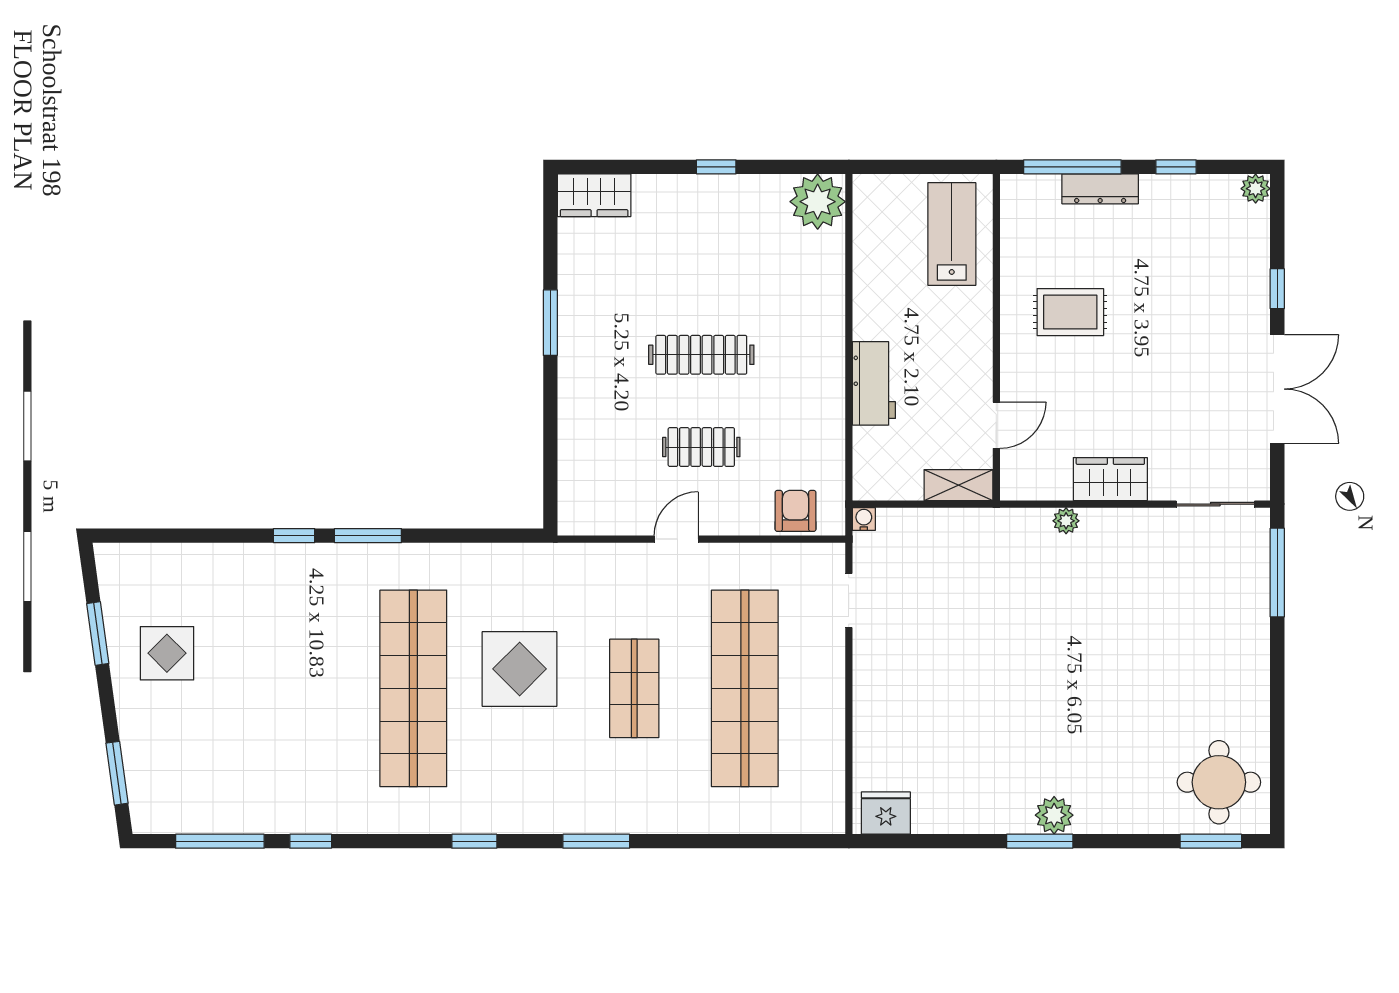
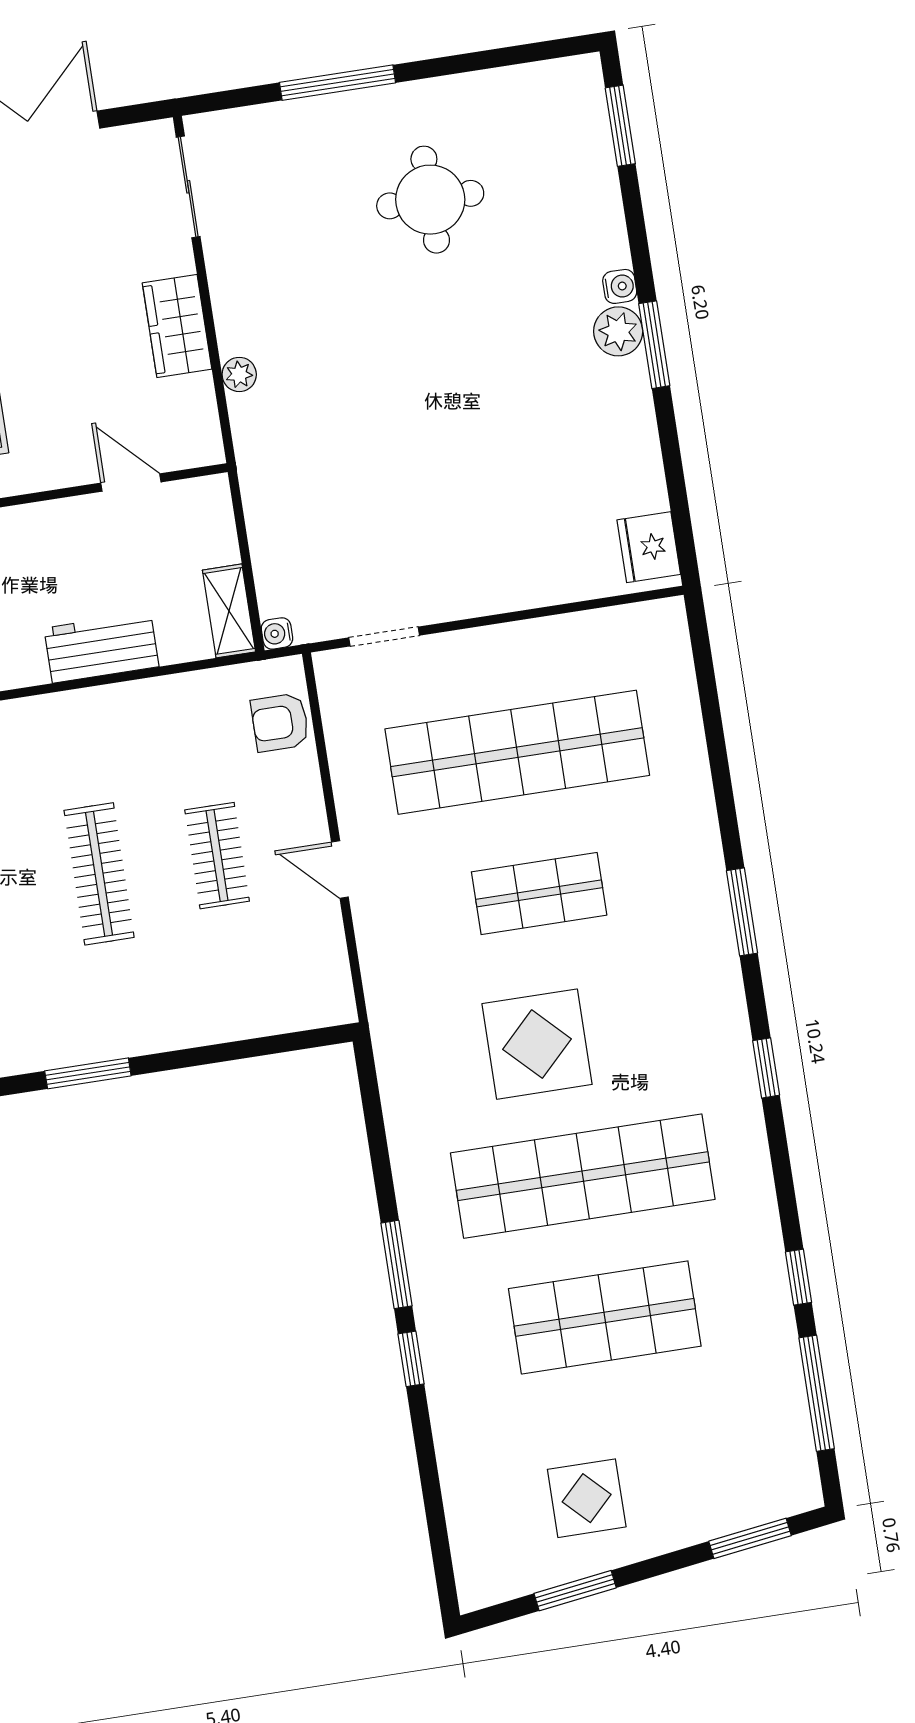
shelving: (958, 485) -> (229, 611), moved
window: (1277, 573) -> (338, 83), moved
shop shelf: (303, 688) -> (605, 1317), added
round table: (1219, 782) -> (430, 200), moved
water cooler: (1088, 822) -> (620, 286), added

